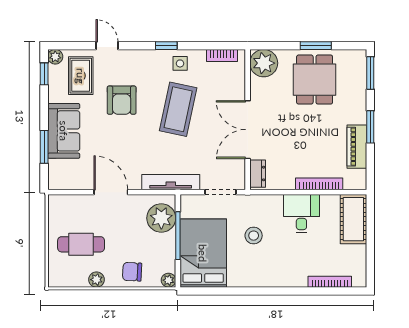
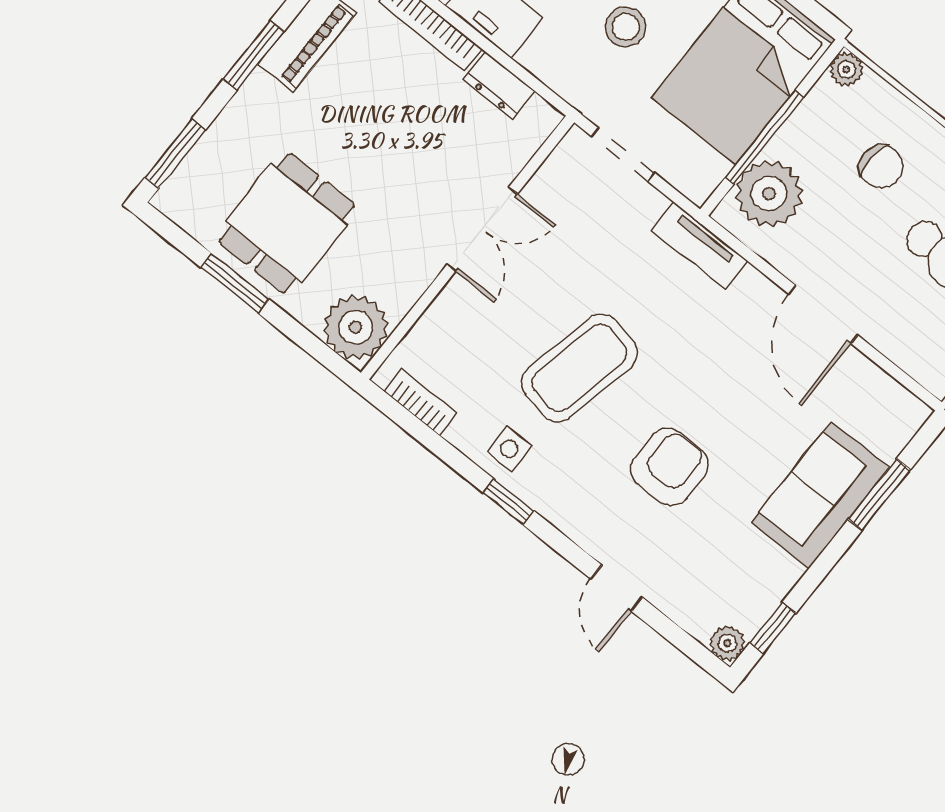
rug: (81, 76) -> (708, 571), removed
double door: (248, 130) -> (482, 229), width x0.73
dresser: (258, 174) -> (499, 85), moved, turned -90
tv unit: (171, 182) -> (699, 245), width x0.71
chair: (132, 272) -> (881, 166), moved

